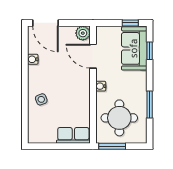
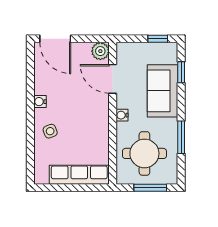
sofa: (134, 48) -> (162, 91), moved
water cooler: (33, 59) -> (40, 102), moved
row of seats: (73, 135) -> (79, 175), width x1.48
window: (112, 146) -> (150, 188), moved

